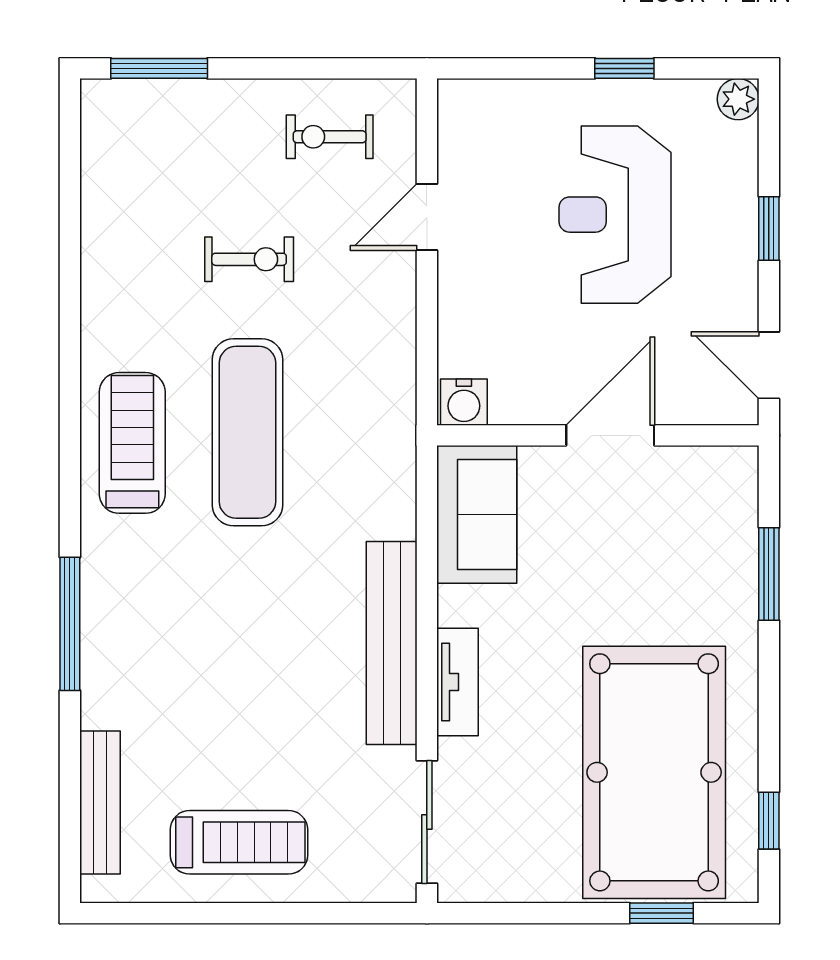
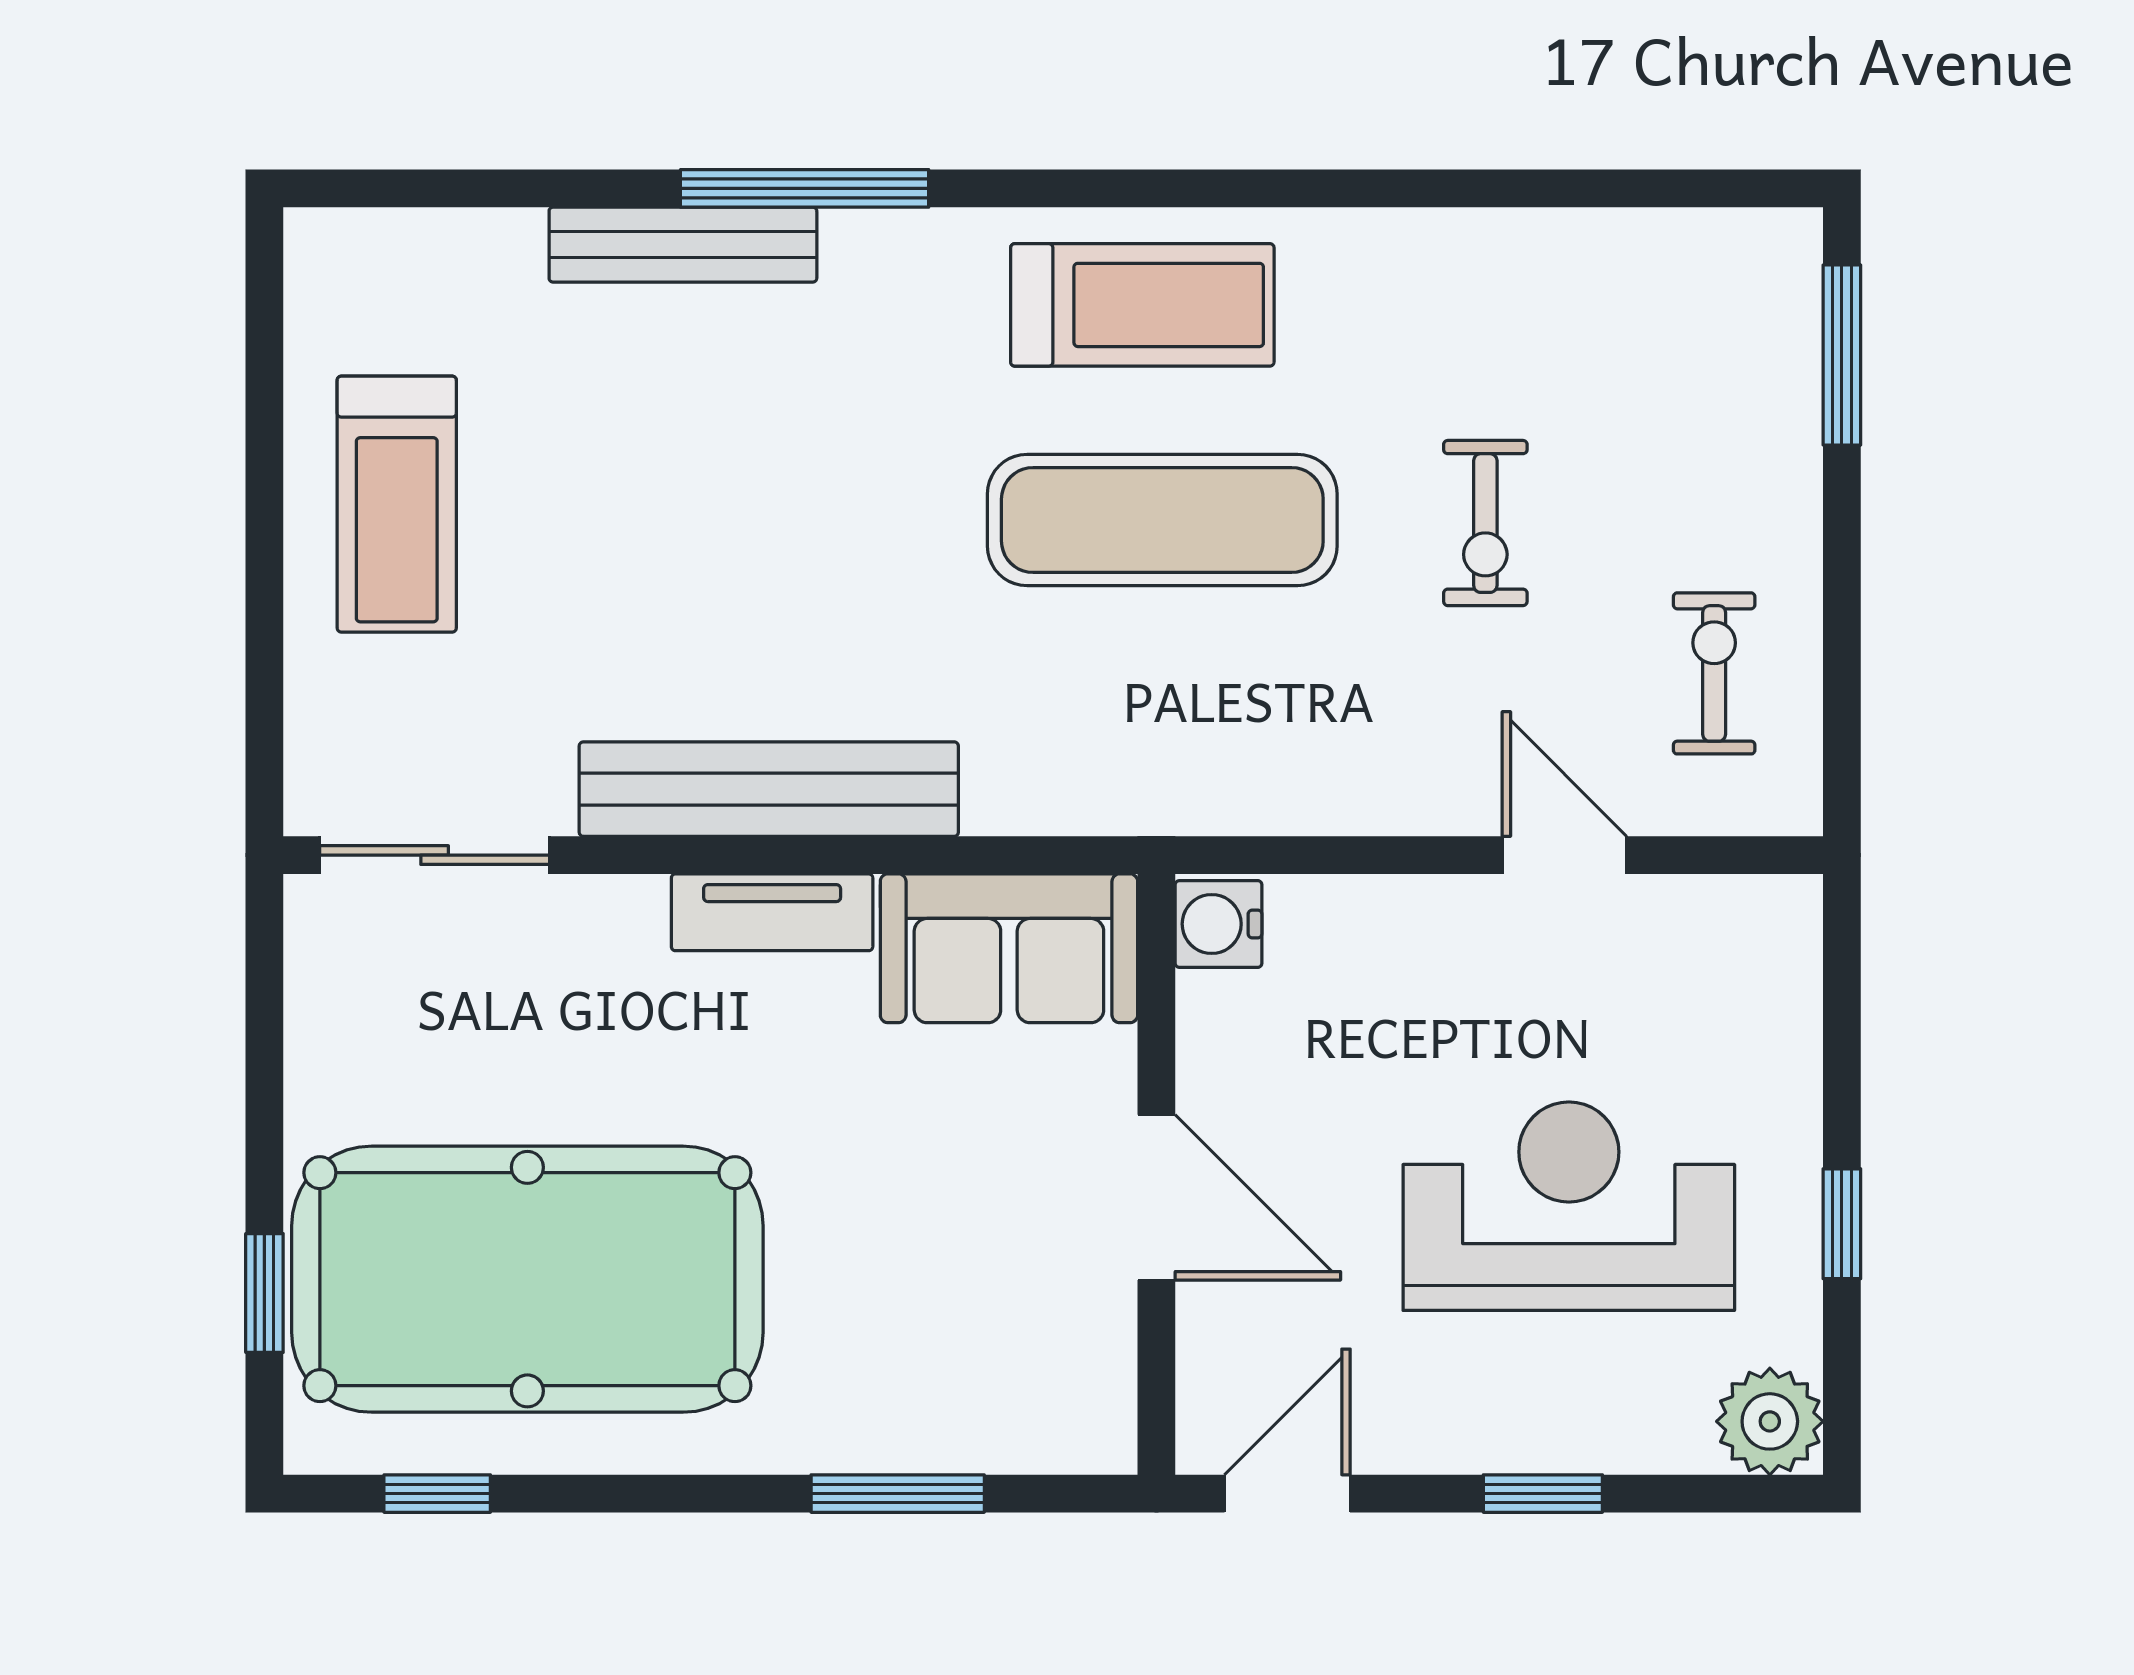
plant: (738, 99) -> (1770, 1421), width x1.38, depth x1.38
tv unit: (458, 682) -> (772, 912), moved
bench: (100, 803) -> (683, 245), moved

